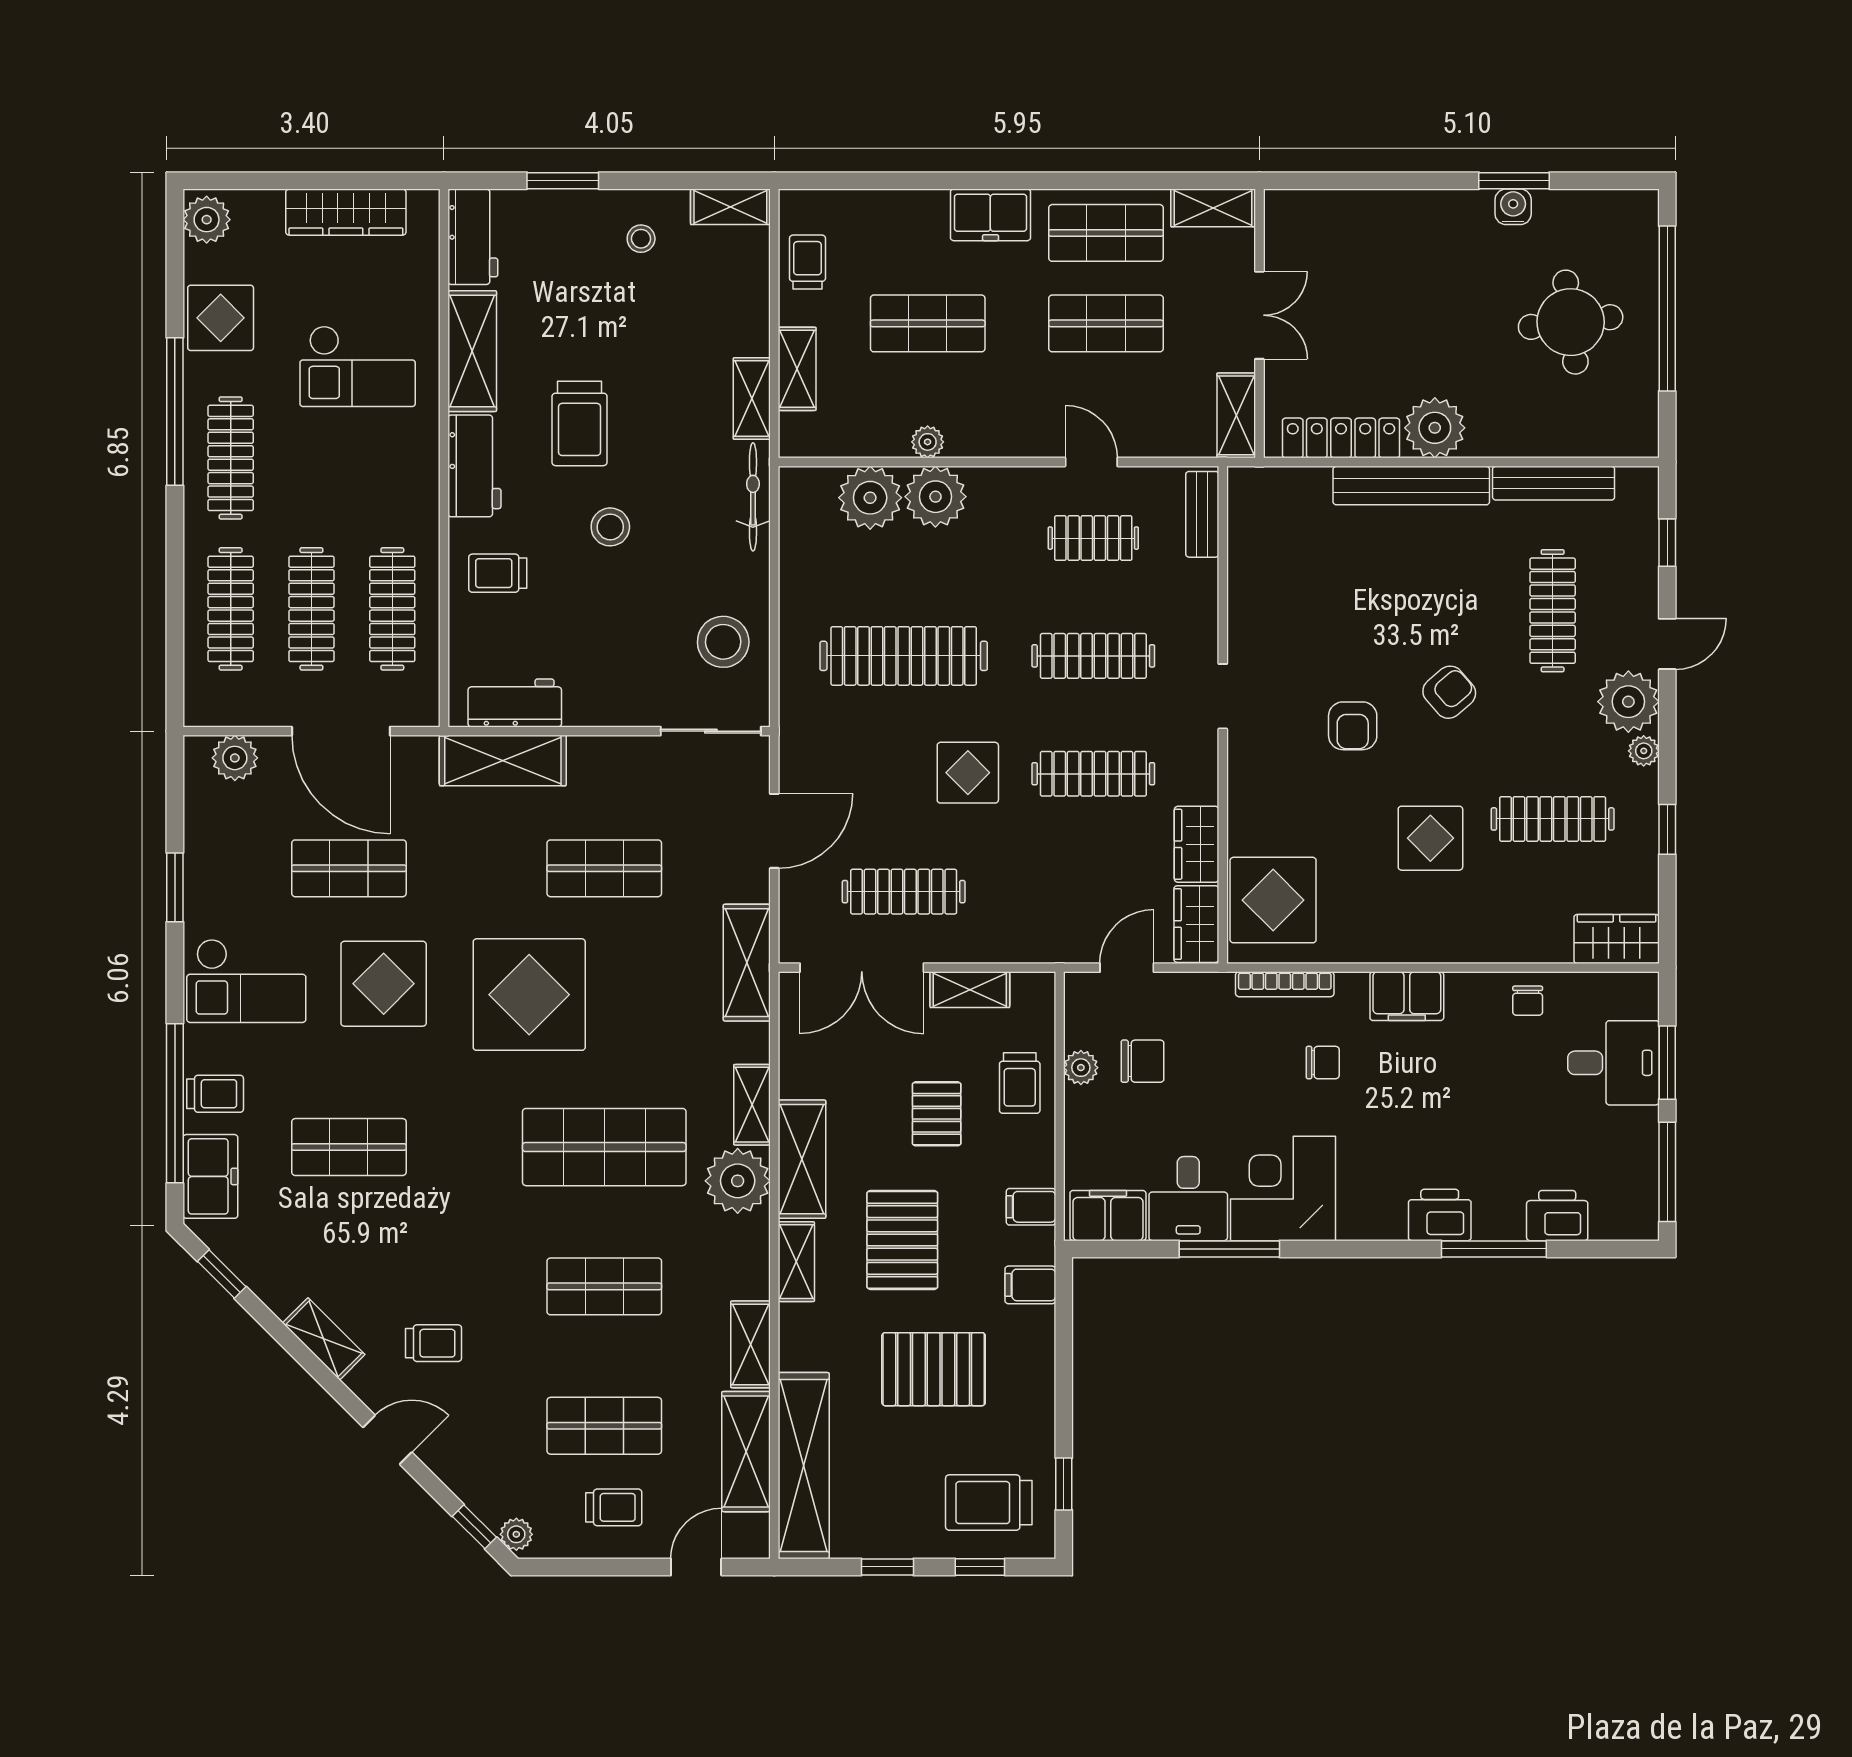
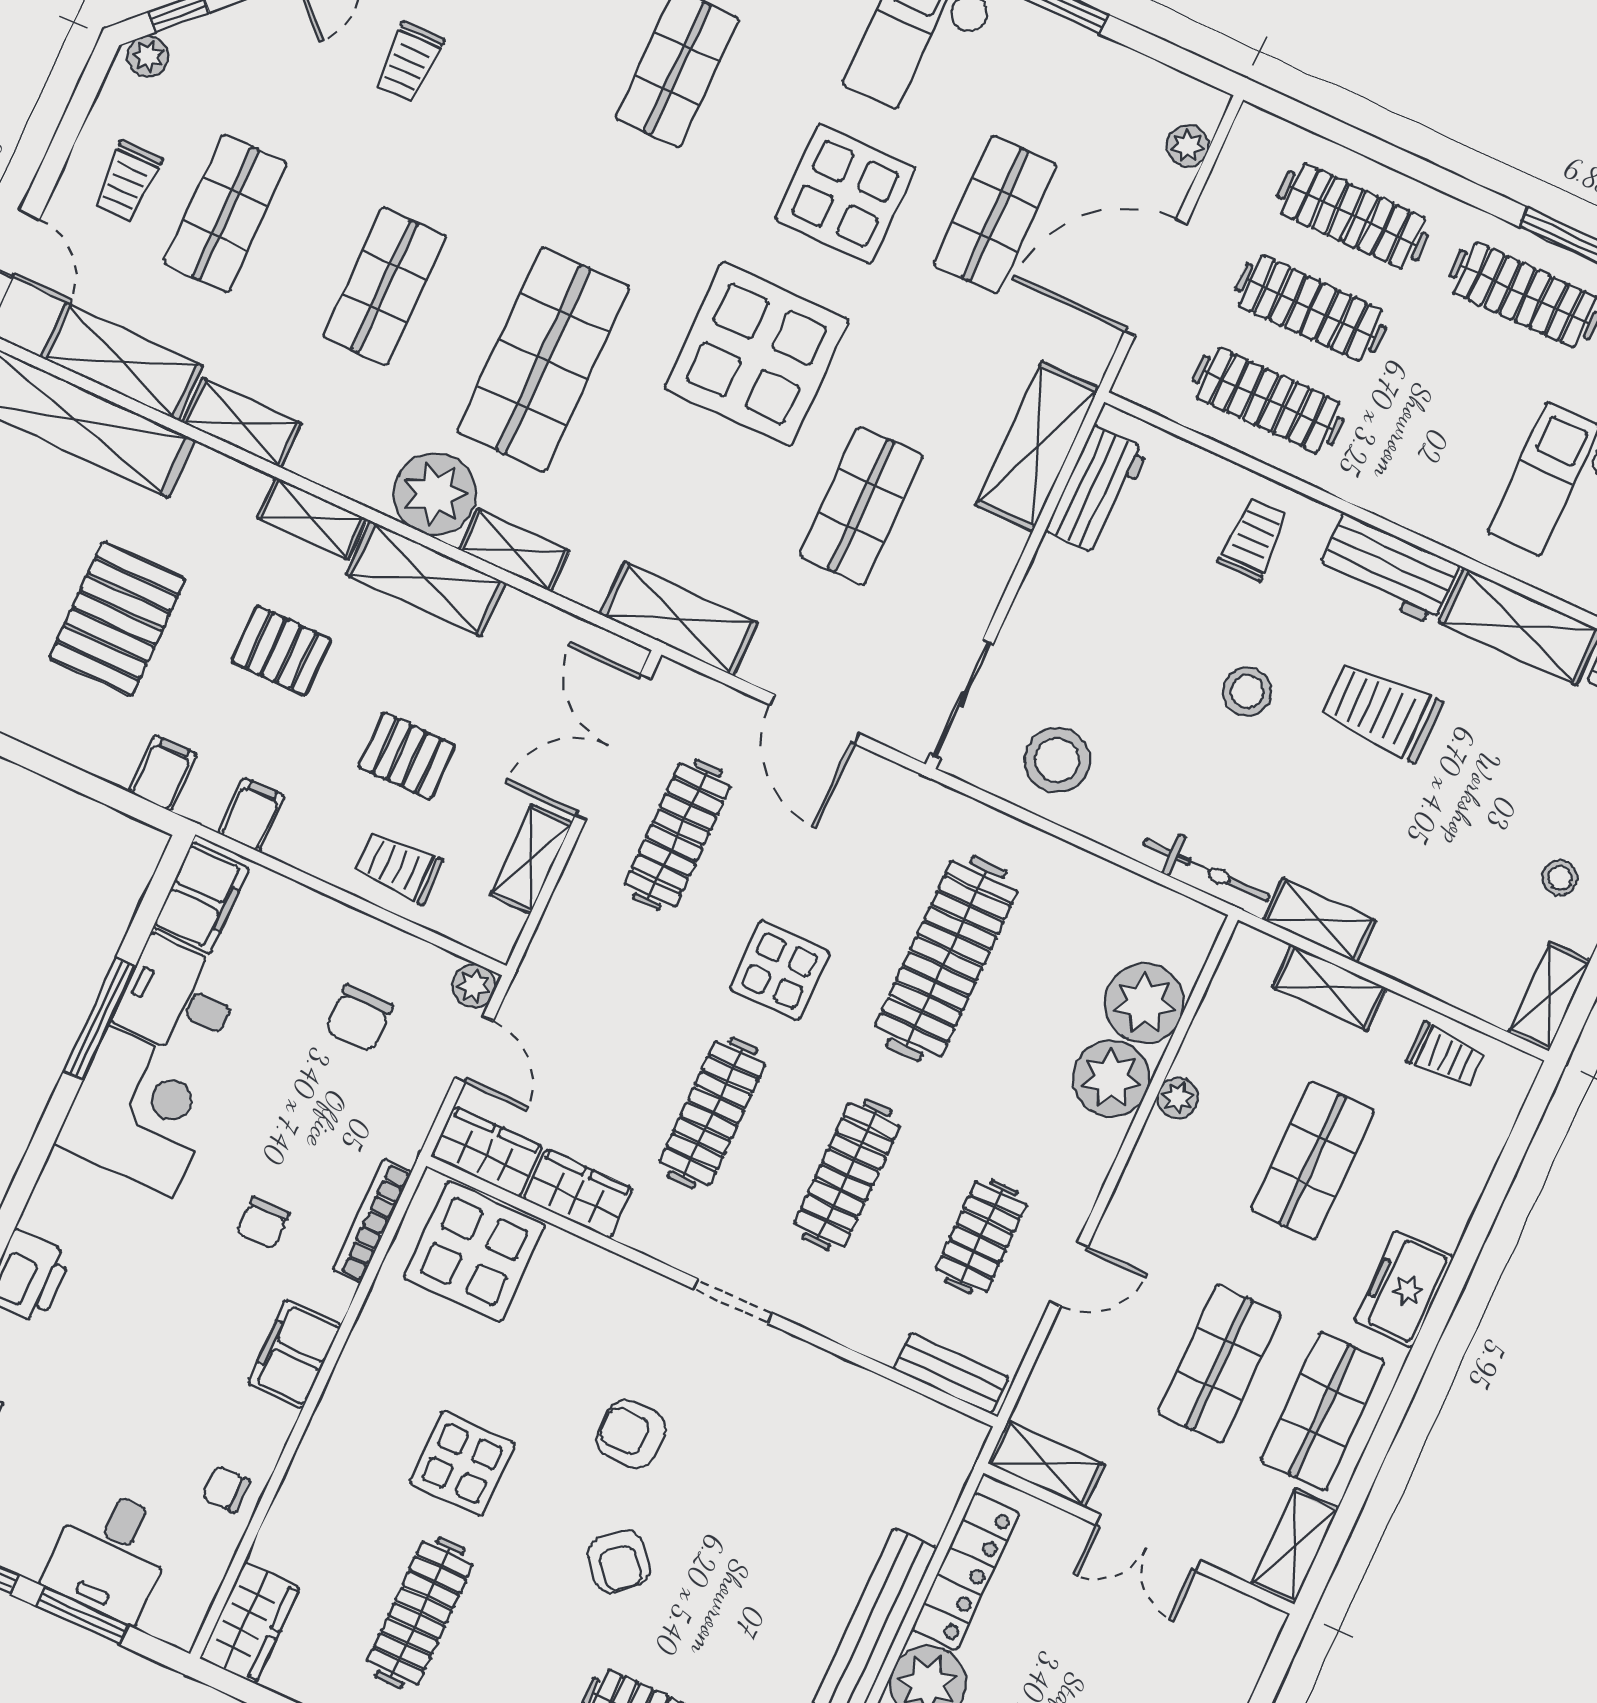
plant: (235, 758) -> (1188, 146), width x0.73, depth x0.73
plant: (1081, 1068) -> (474, 986), moved
pallet: (902, 1240) -> (281, 651), width x0.67, depth x0.71

